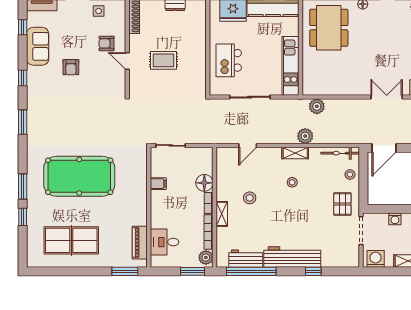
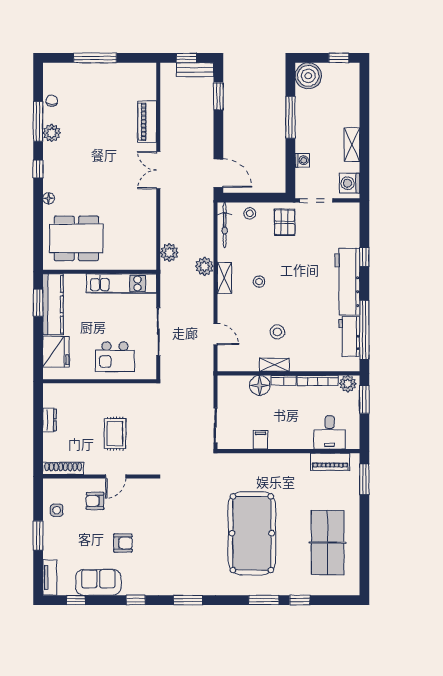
armchair: (107, 43) -> (95, 501), turned 90
pallet: (342, 204) -> (285, 222), turned 90
shelving: (222, 214) -> (274, 365), moved

